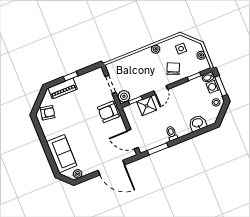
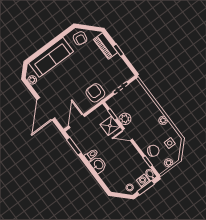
chair: (173, 69) -> (153, 151), moved
plant: (124, 96) -> (125, 119), moved
washbasin: (198, 123) -> (98, 165), moved
sofa: (62, 154) -> (51, 57), width x1.36

